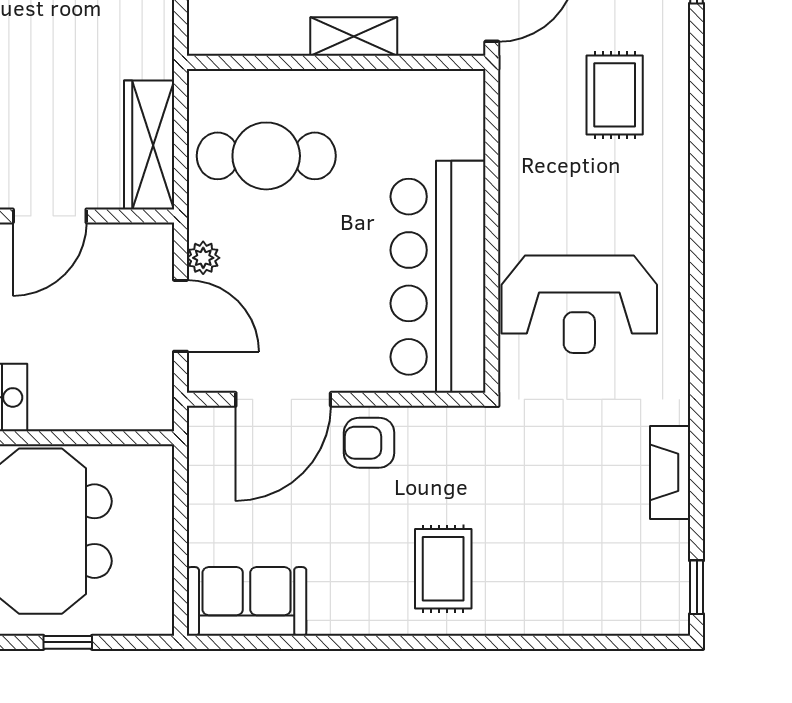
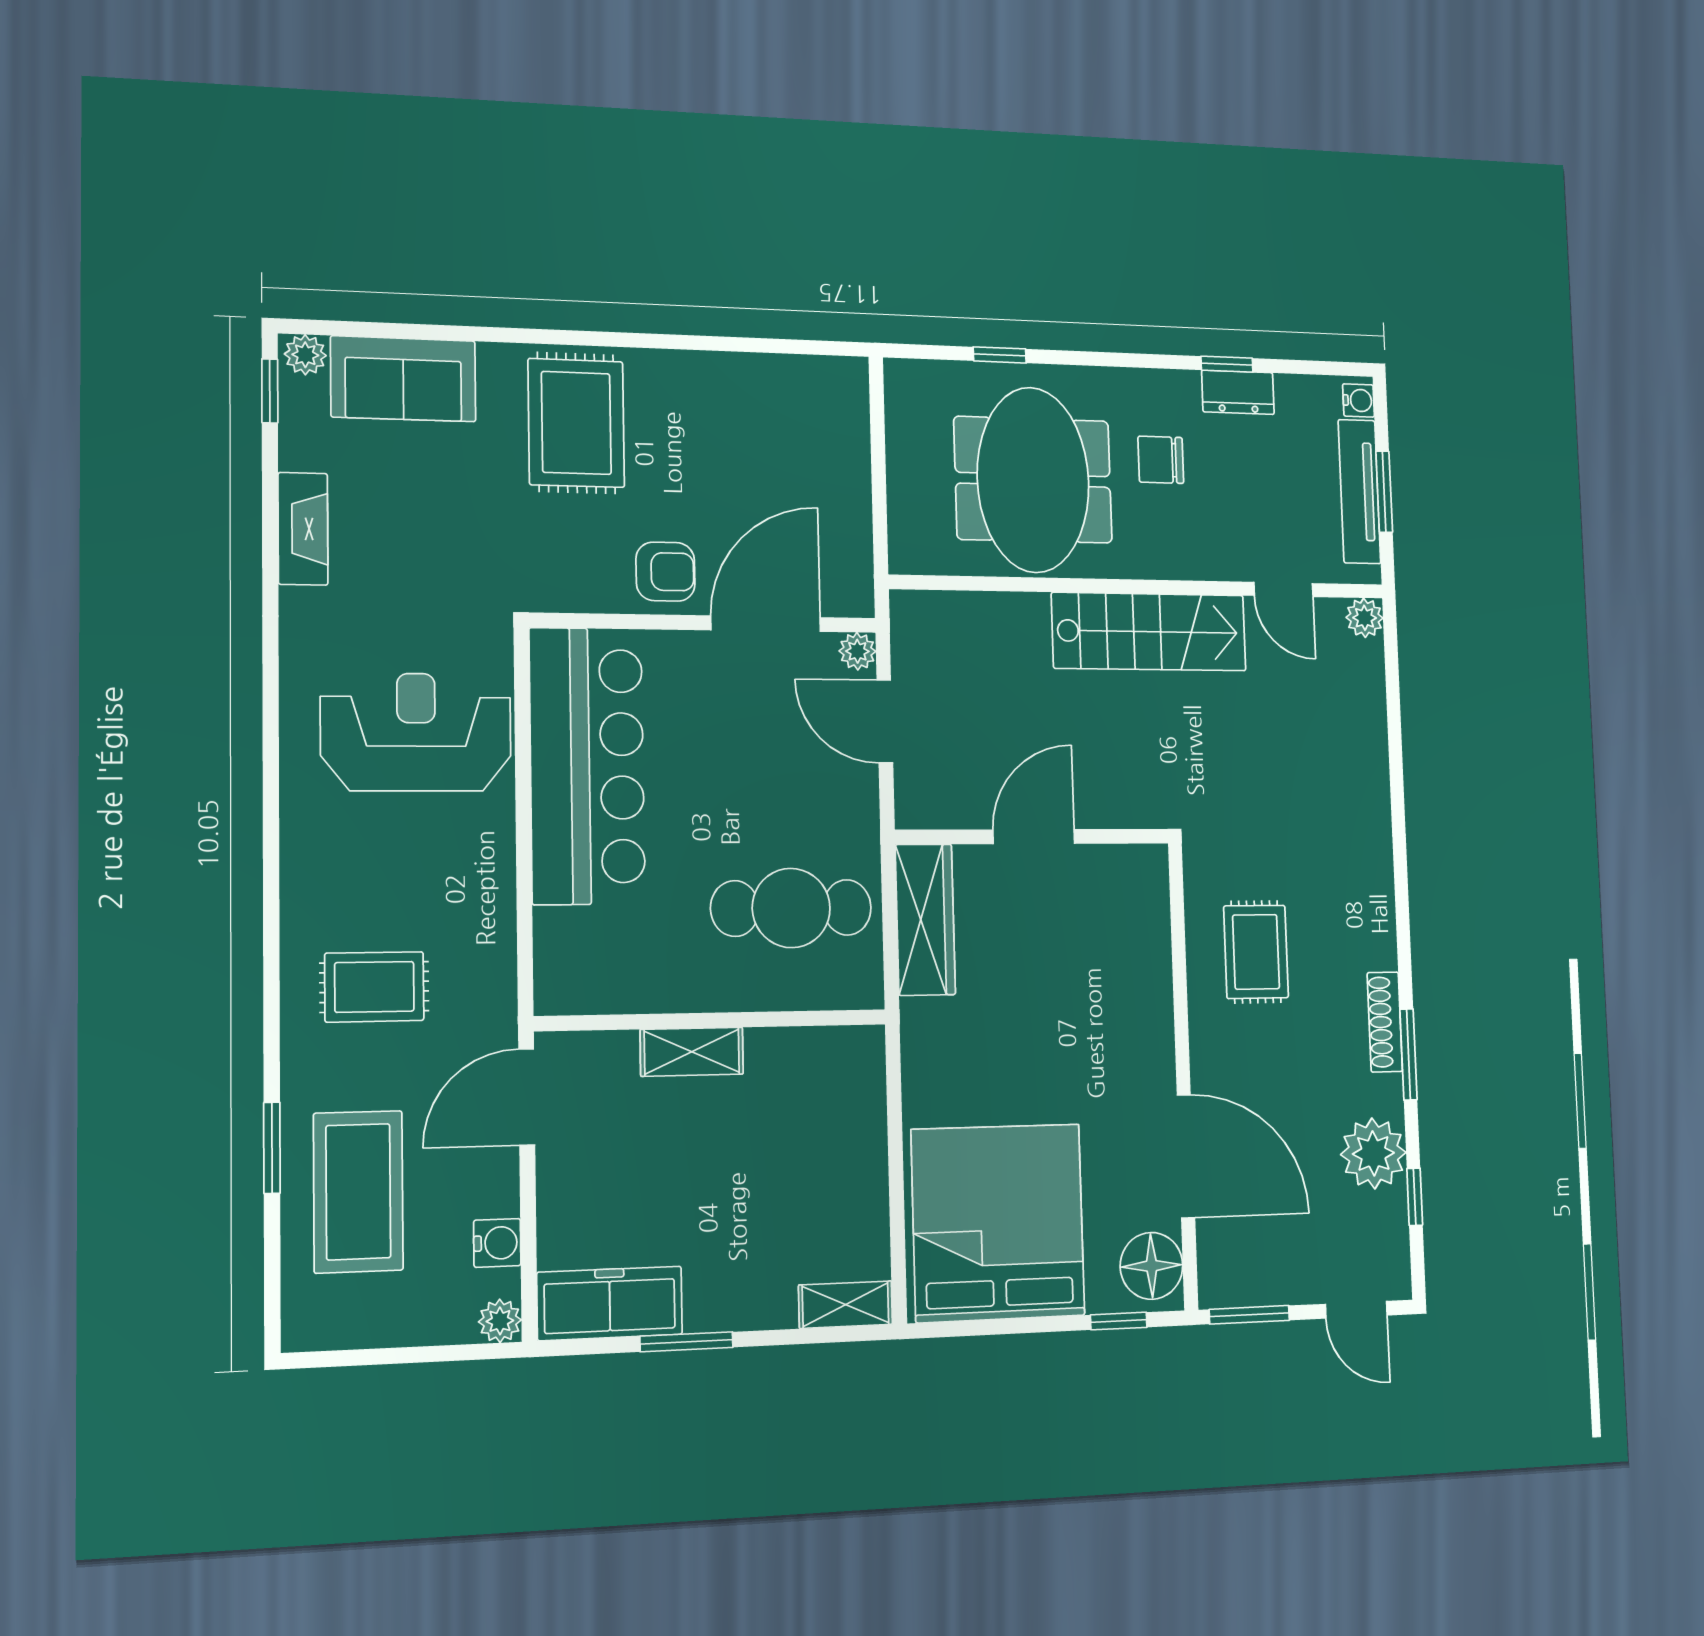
rug: (615, 95) -> (374, 987), turned 90
plant: (203, 258) -> (857, 651), moved
rug: (443, 569) -> (576, 423), width x1.36, depth x1.43
sofa: (247, 601) -> (403, 379), moved
plant: (668, 619) -> (305, 355), added

